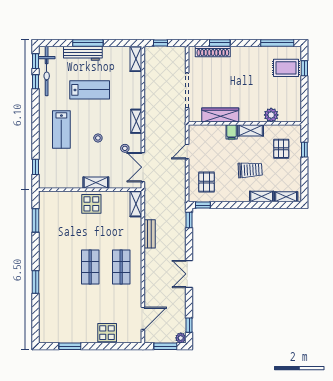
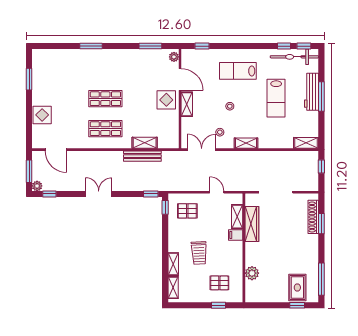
shelving: (251, 130) -> (237, 217), moved
door: (70, 190) -> (180, 80), added
plant: (47, 196) -> (174, 57), added
shelving: (136, 204) -> (145, 143), moved
bench: (150, 234) -> (142, 156), width x1.36

